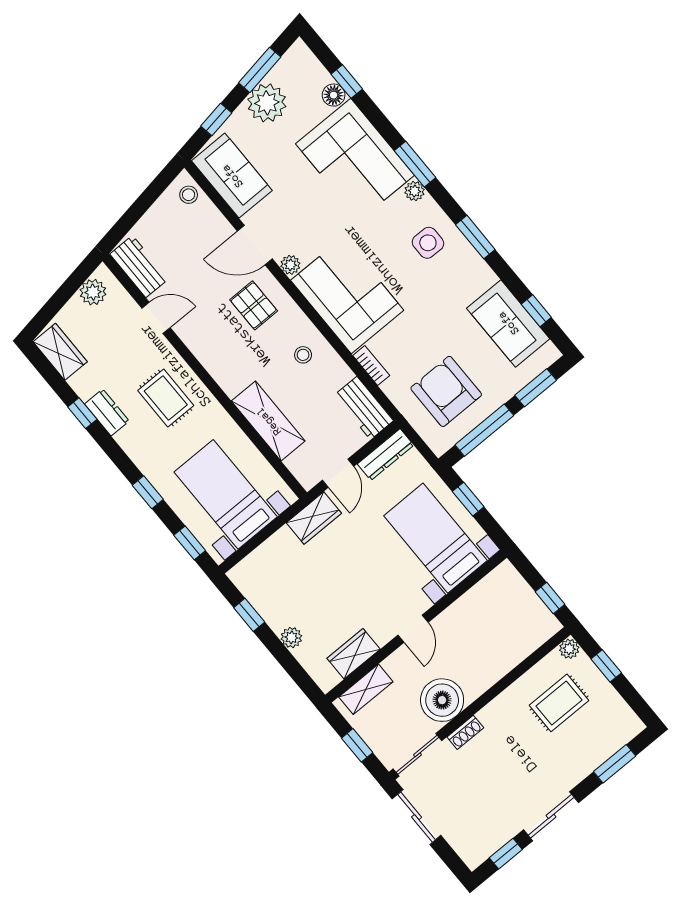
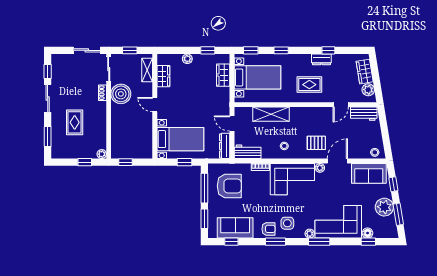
armchair: (464, 266) -> (268, 229), added
wardrobe: (60, 352) -> (365, 72), moved, turned 81
wardrobe: (314, 518) -> (223, 75), moved
rug: (559, 703) -> (75, 122), moved

